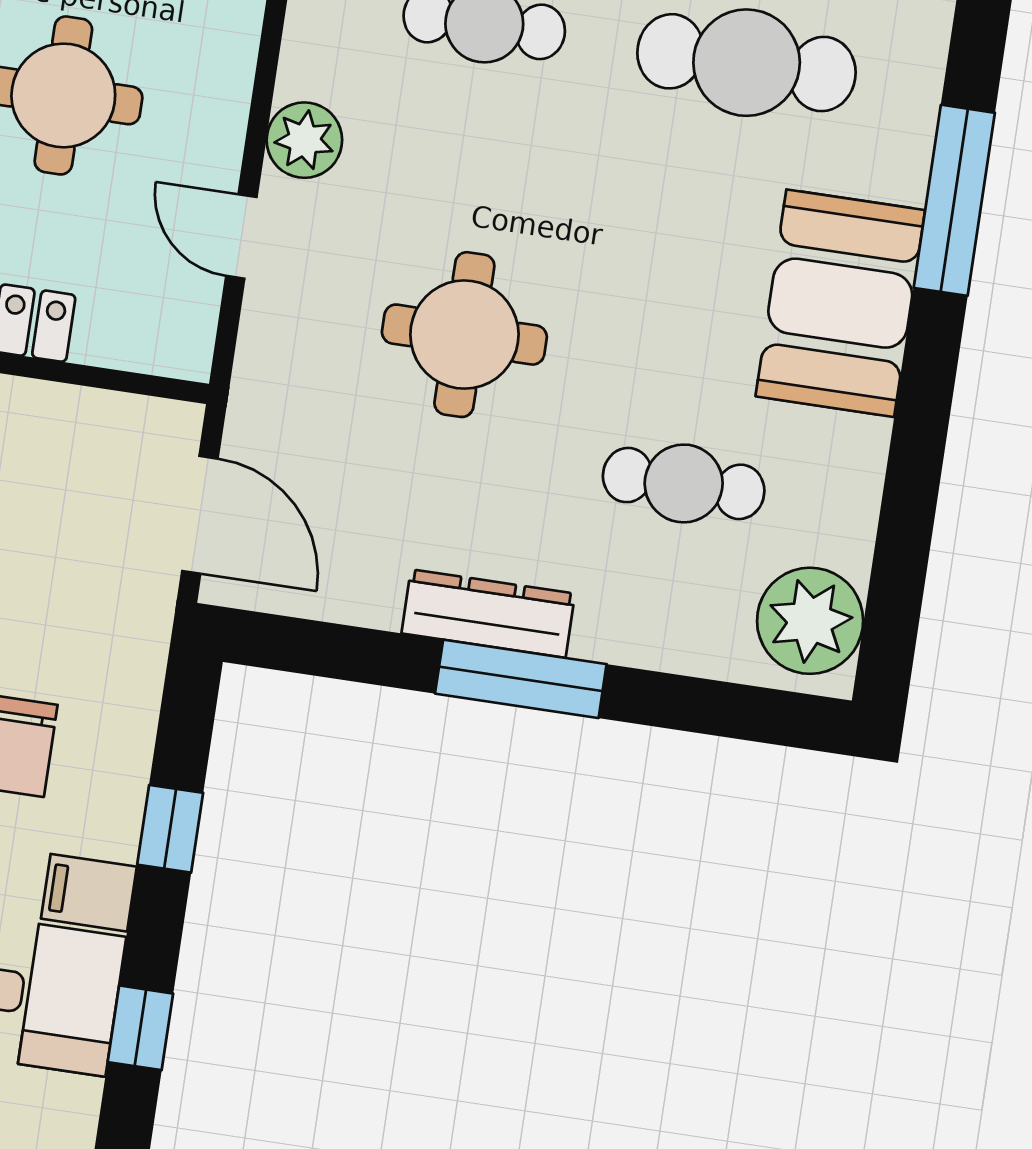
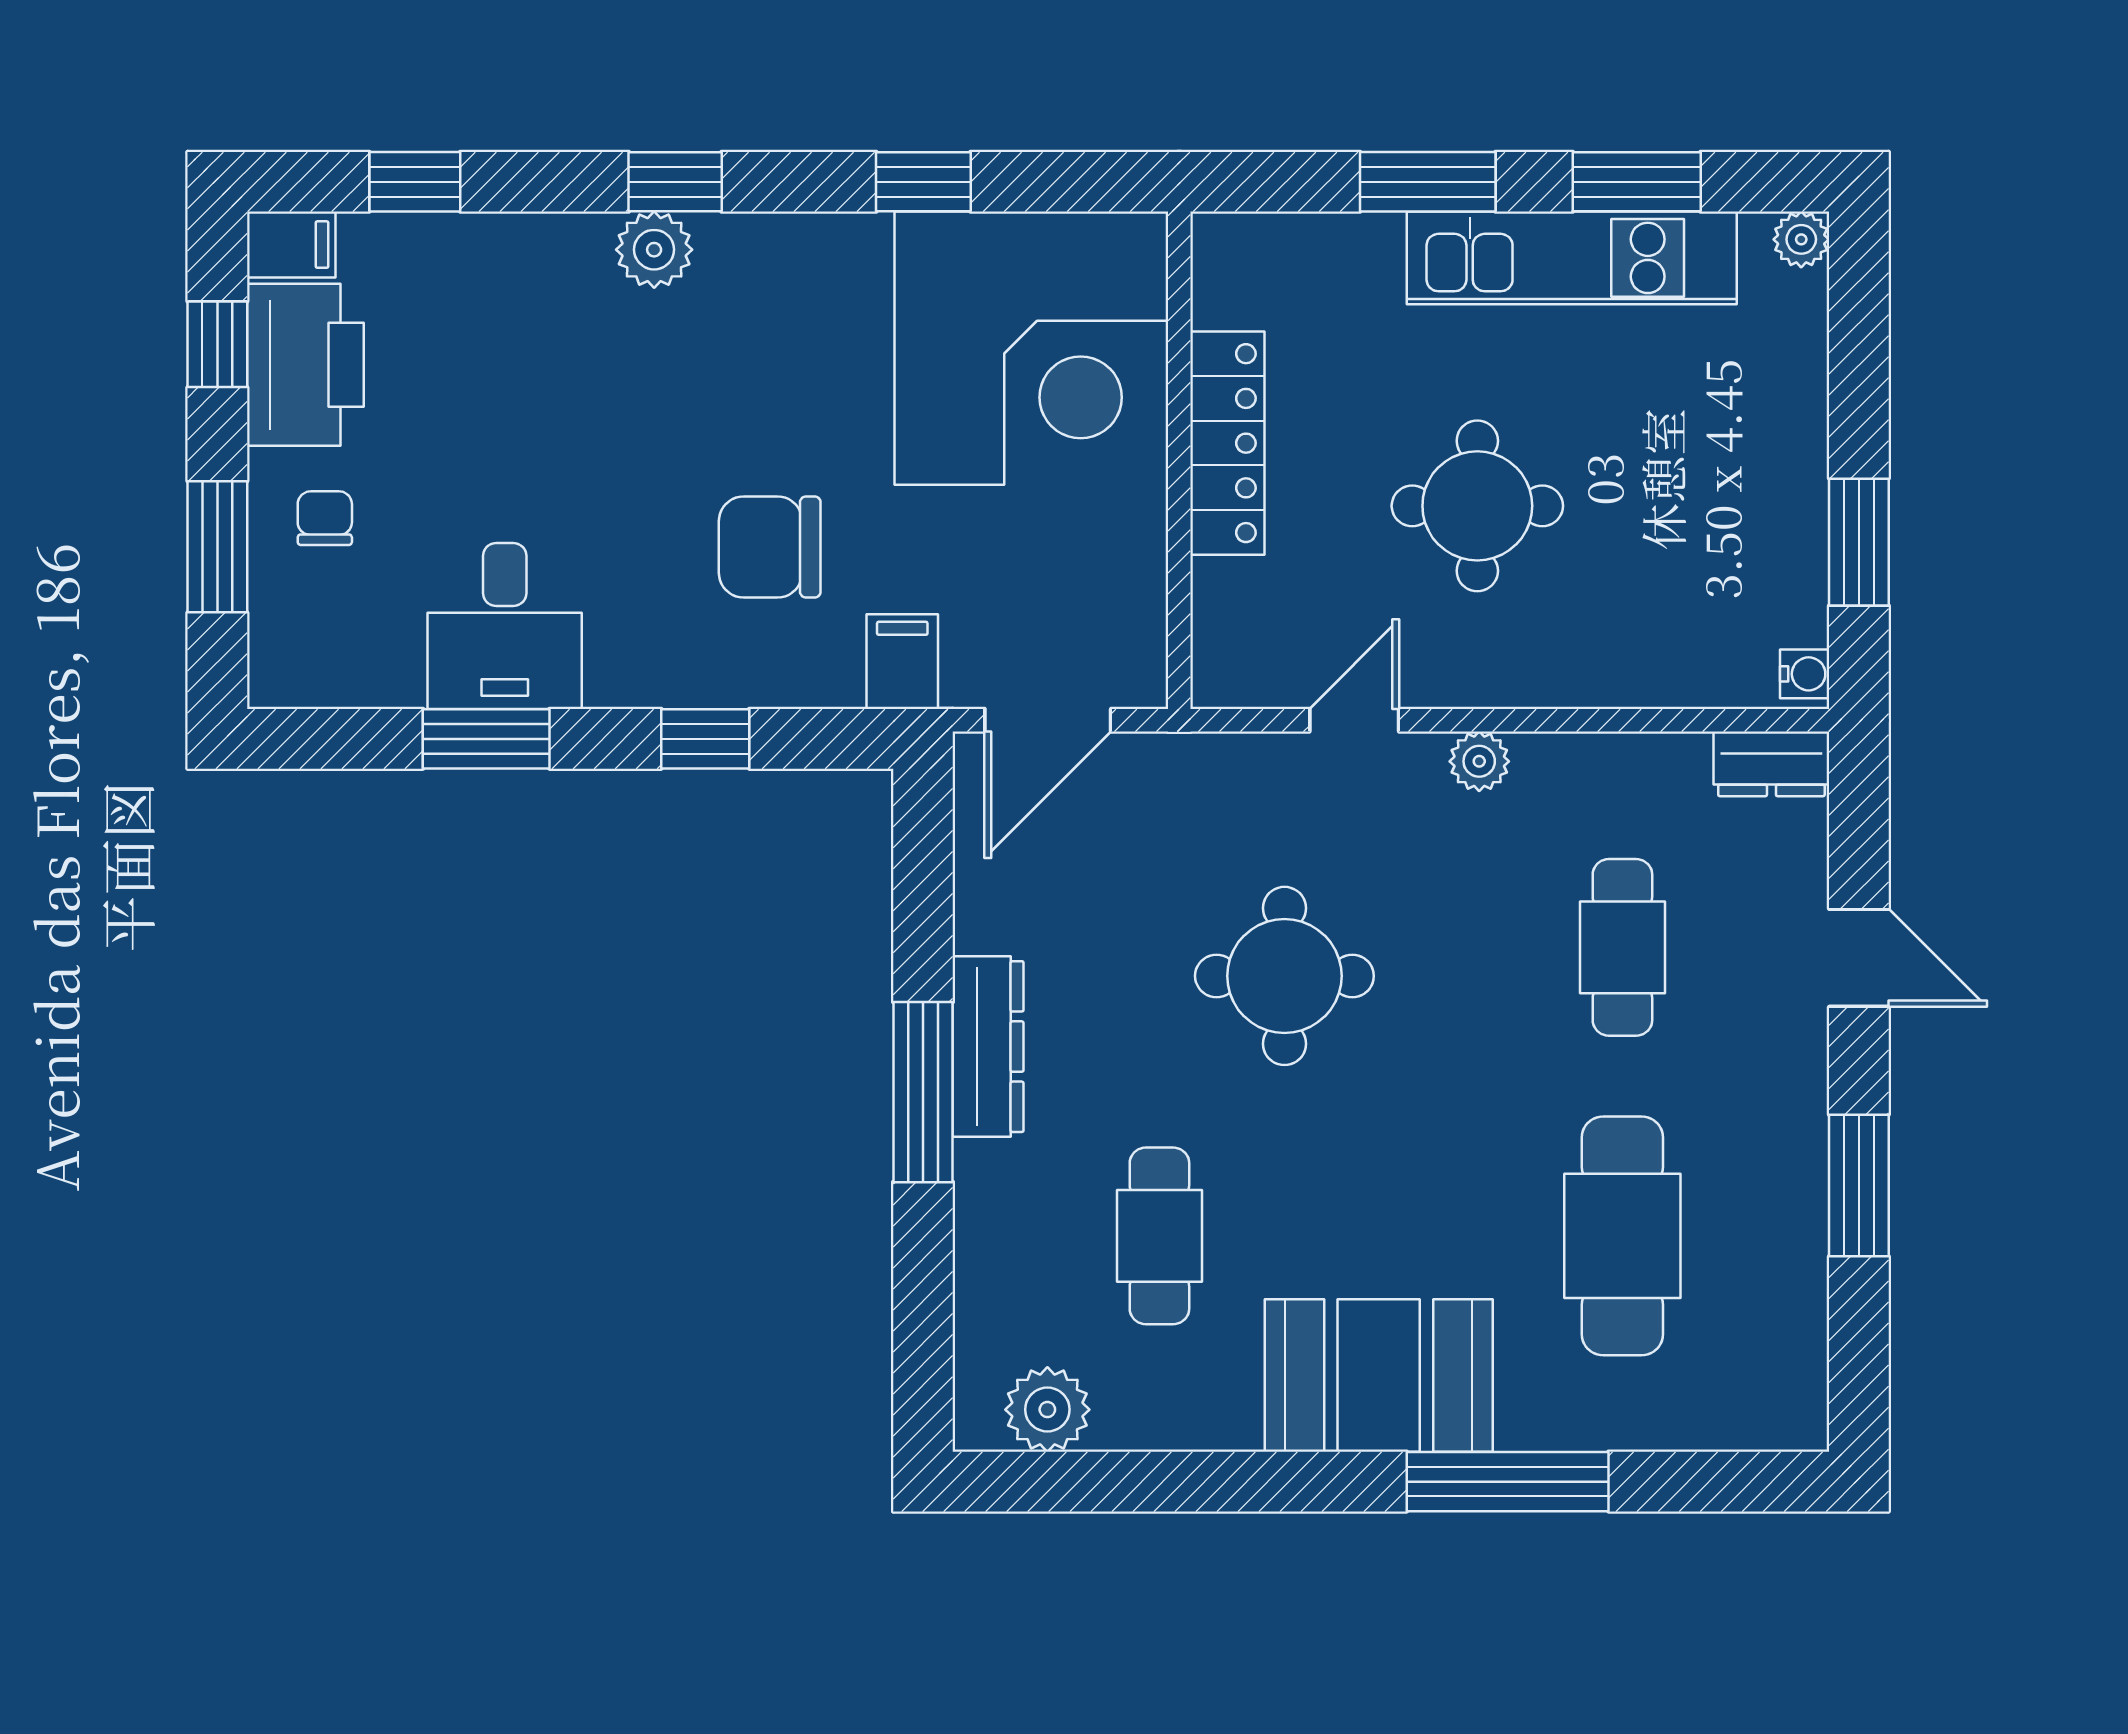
plant: (304, 140) -> (1479, 761), width x0.73, depth x0.73
plant: (810, 621) -> (1047, 1410), width x0.73, depth x0.73
filing cabinet: (89, 893) -> (902, 662), moved
window: (140, 1028) -> (486, 739), width x1.50

